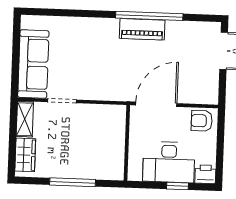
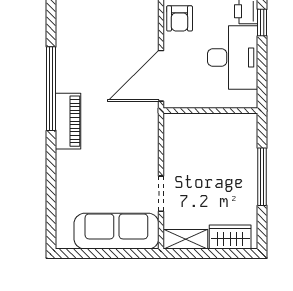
piano: (142, 29) -> (68, 121), moved
door: (156, 104) -> (161, 76), hinge flipped
window: (177, 186) -> (262, 23), moved

